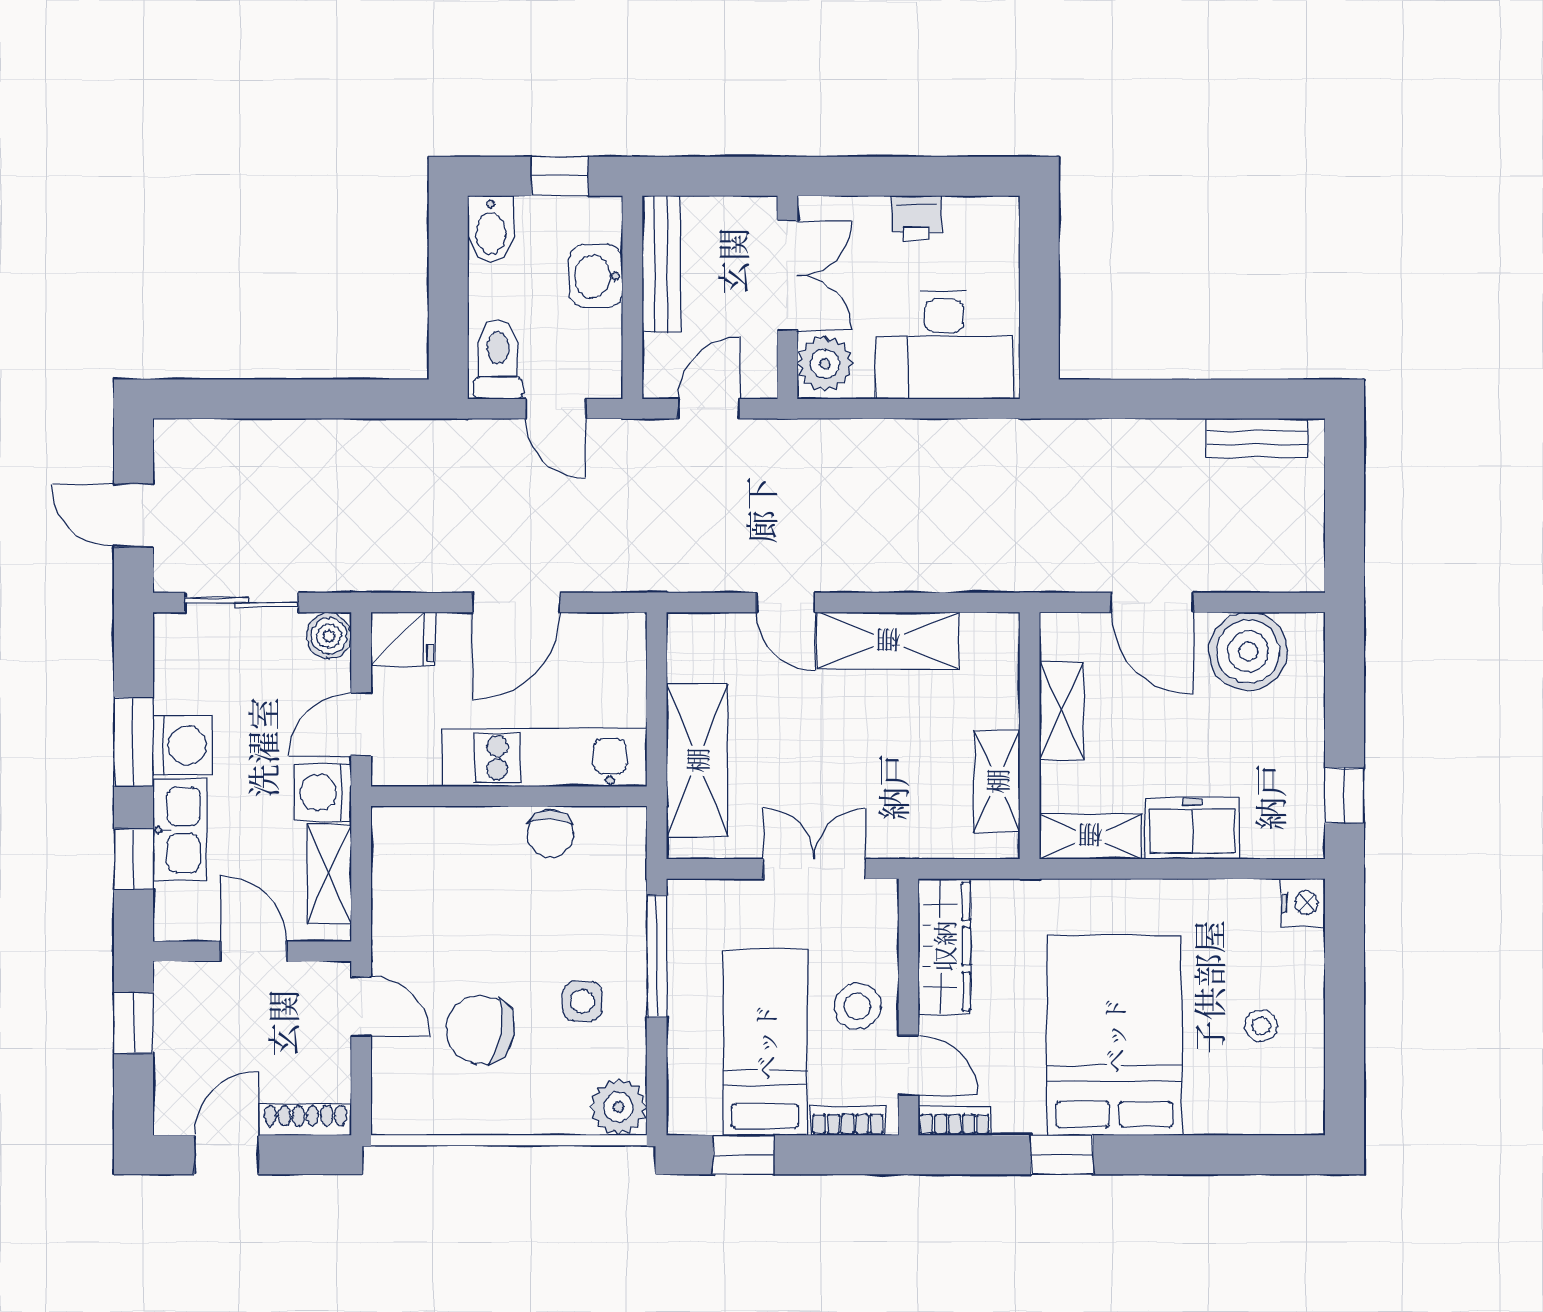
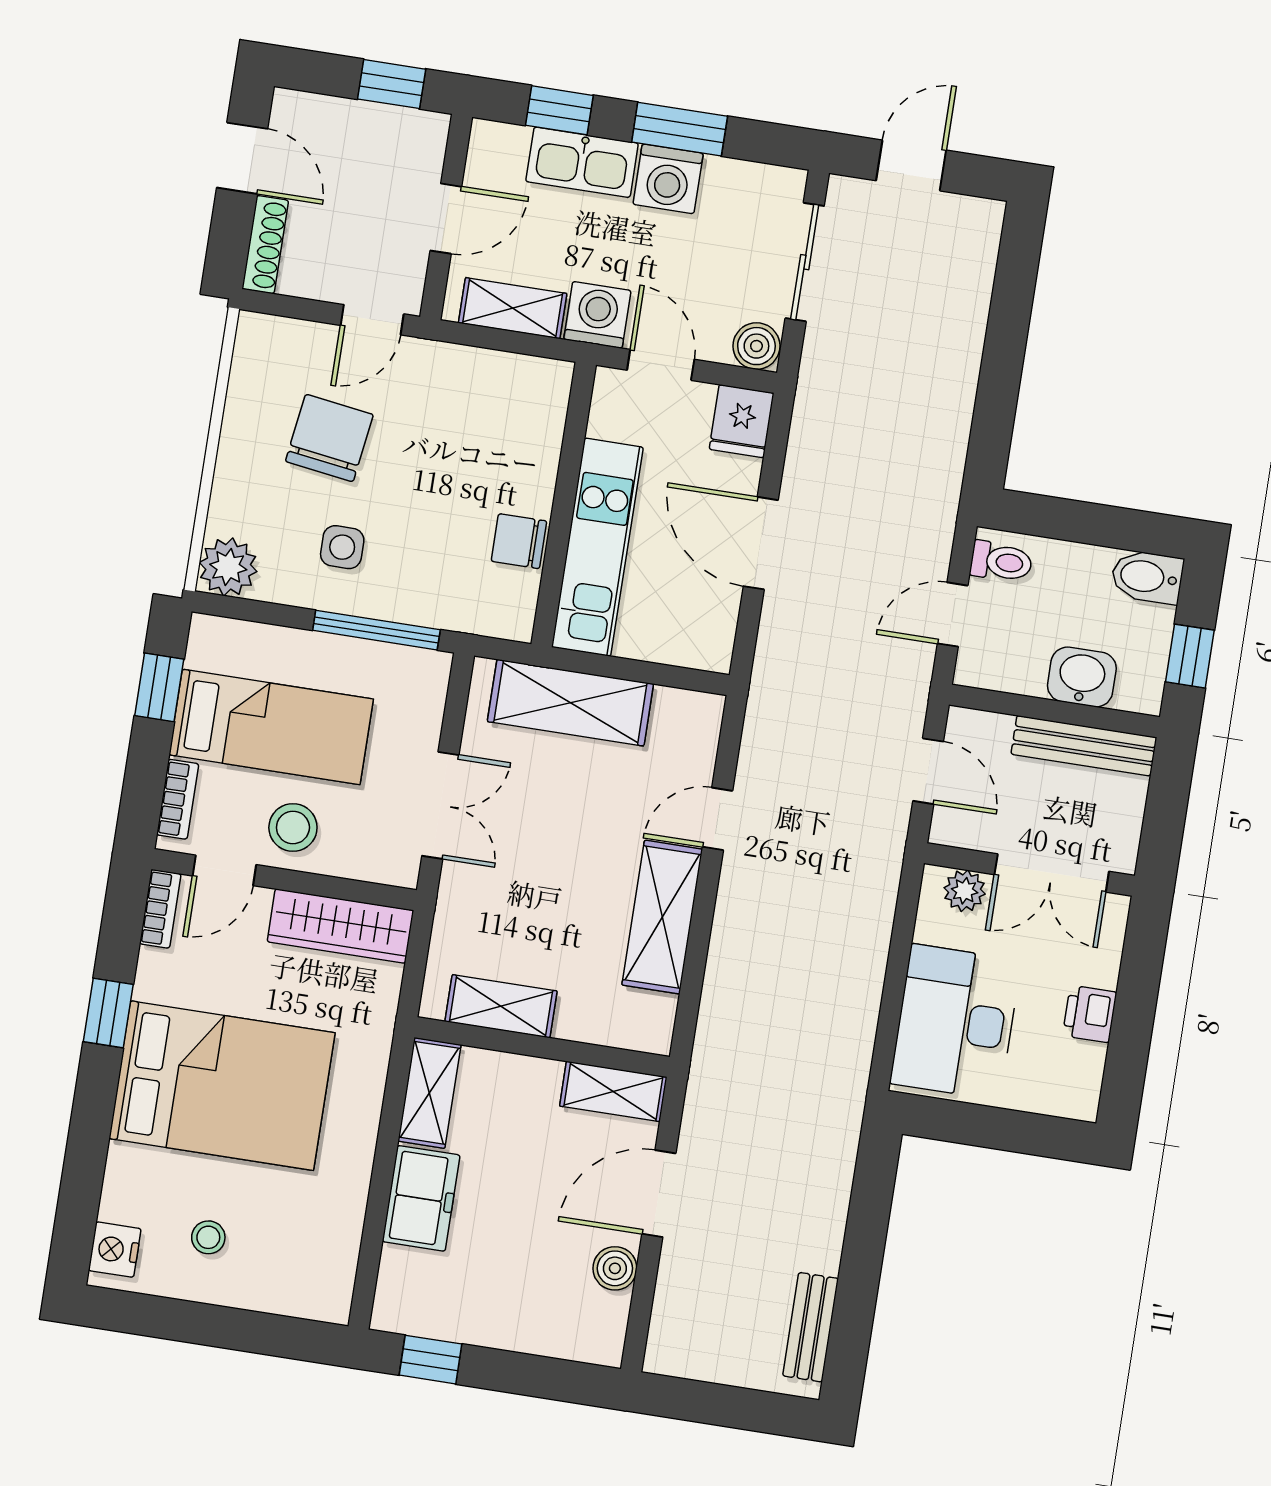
toilet: (498, 359) -> (1001, 562), width x0.73, depth x0.72
plant: (825, 364) -> (965, 891), width x0.73, depth x0.73
boiler: (1248, 651) -> (615, 1268), width x0.54, depth x0.54
shelving: (1061, 711) -> (613, 1091), moved
nightstand: (1303, 903) -> (115, 1250), moved, turned 90

